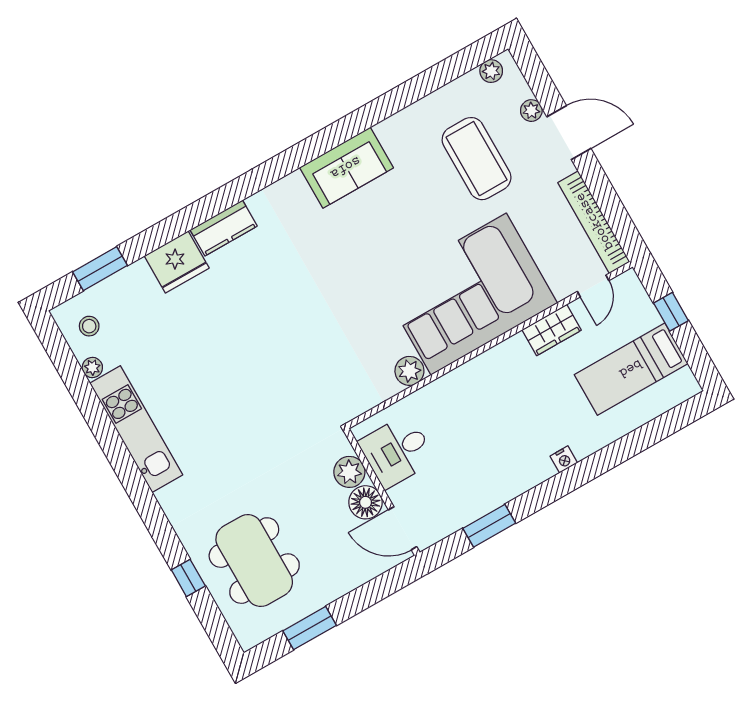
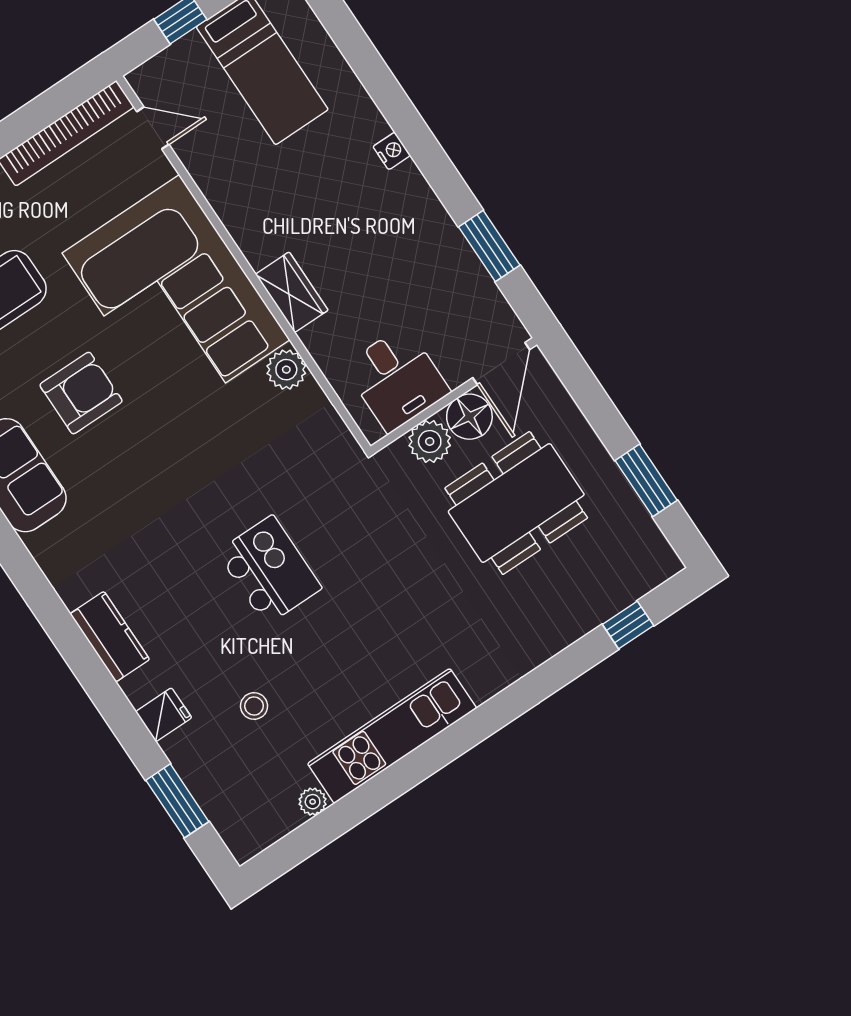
armchair: (403, 220) -> (81, 393), added
fridge: (177, 262) -> (164, 715), width x0.53, depth x0.75
stool: (89, 326) -> (254, 706), moved
wardrobe: (552, 330) -> (292, 292), moved
kitchen island: (264, 348) -> (269, 570), added
dining table: (254, 561) -> (516, 503), moved
window: (188, 578) -> (628, 625), moved

